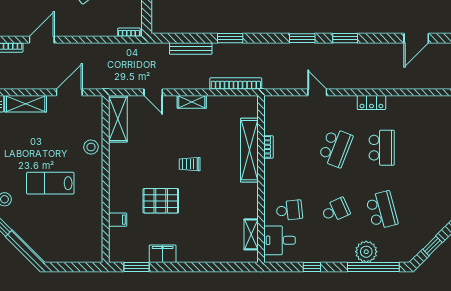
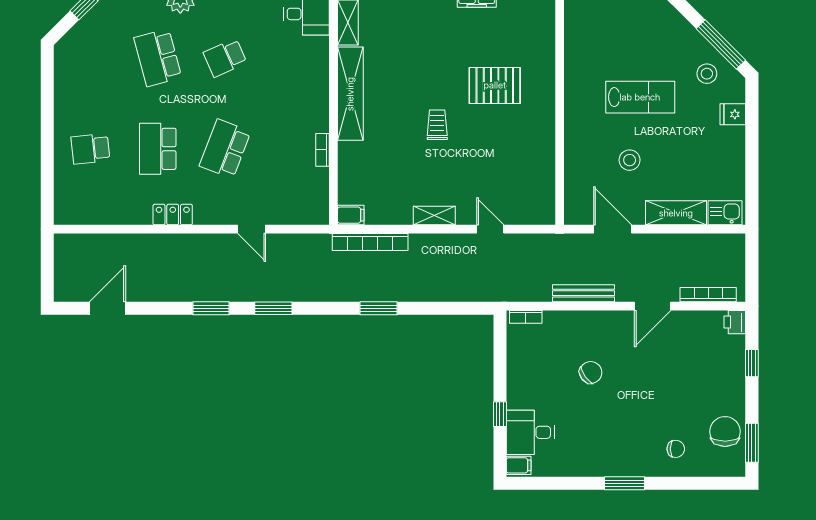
bench: (191, 48) -> (583, 293), moved
door: (69, 92) -> (613, 229), swing flipped
shelving: (118, 119) -> (542, 191), removed
stool: (91, 147) -> (630, 160), moved
shelving: (249, 150) -> (350, 94), moved
trolley: (190, 164) -> (437, 125), turned -90
pallet: (161, 201) -> (495, 85), moved
school desk: (289, 210) -> (90, 149), moved
filing cabinet: (118, 220) -> (351, 215), moved, turned 180

